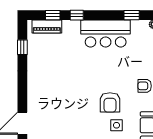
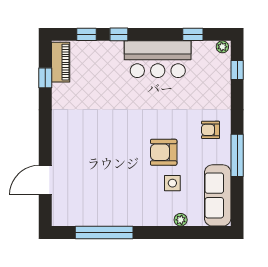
piano: (47, 26) -> (61, 62), moved, turned -90
armchair: (110, 102) -> (164, 152), turned 90

